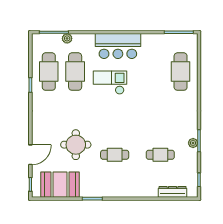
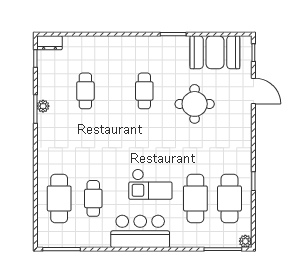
plant: (67, 38) -> (245, 241), moved
cafe table: (154, 72) -> (93, 198), added
door: (30, 155) -> (253, 91), swing flipped
cafe table: (115, 155) -> (144, 91), turned 90
cafe table: (160, 155) -> (85, 91), turned 90
dresser: (173, 192) -> (50, 43), moved, width x0.70

